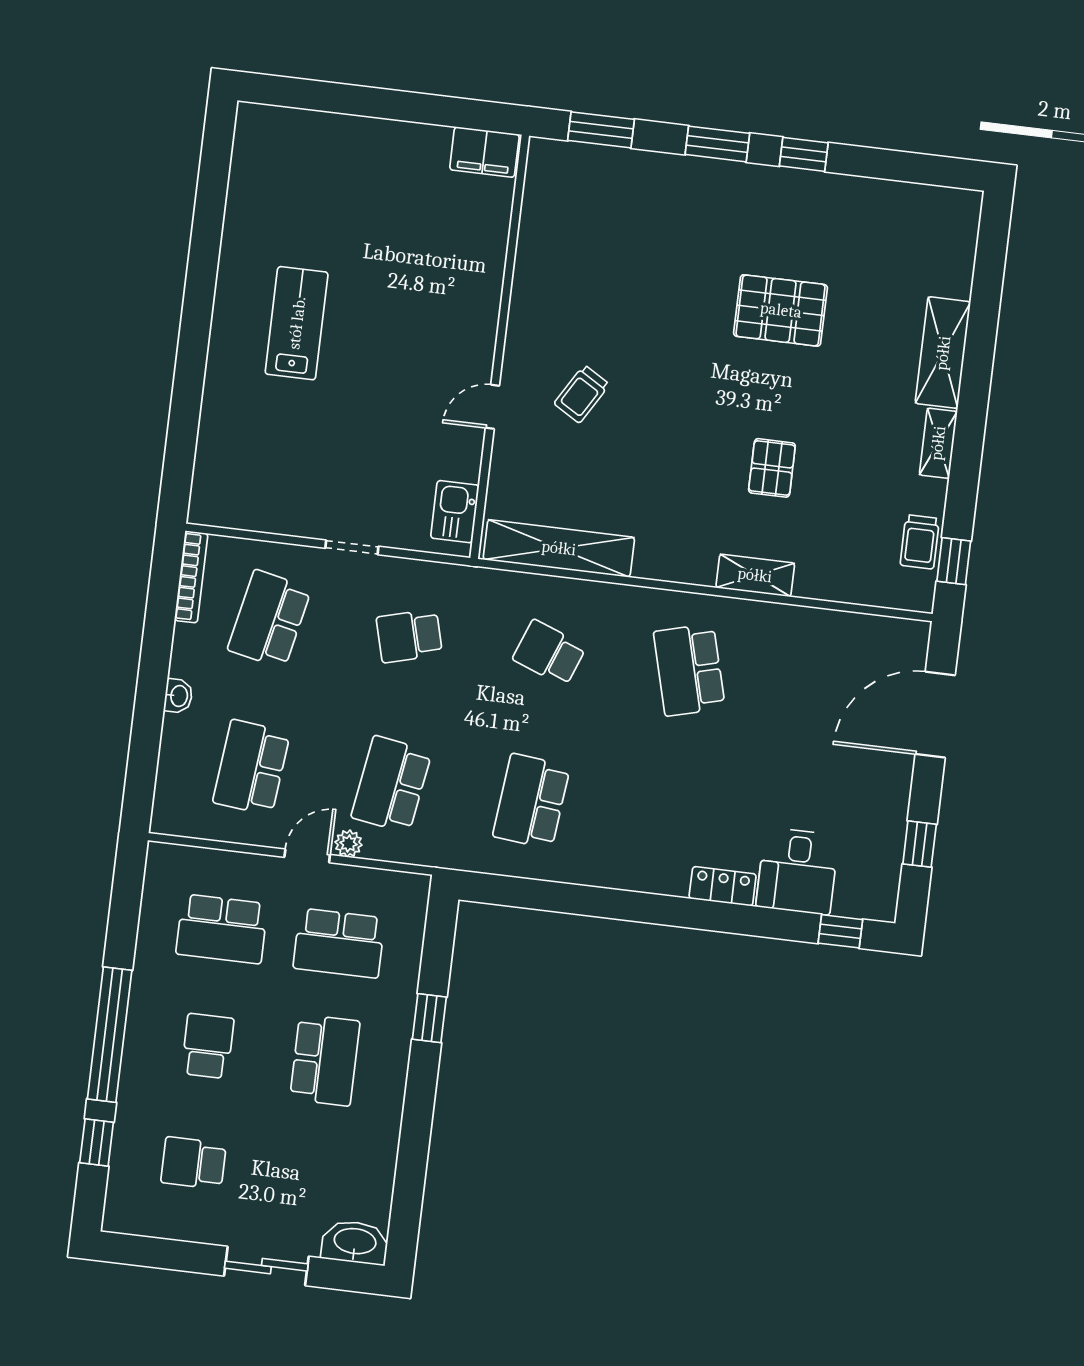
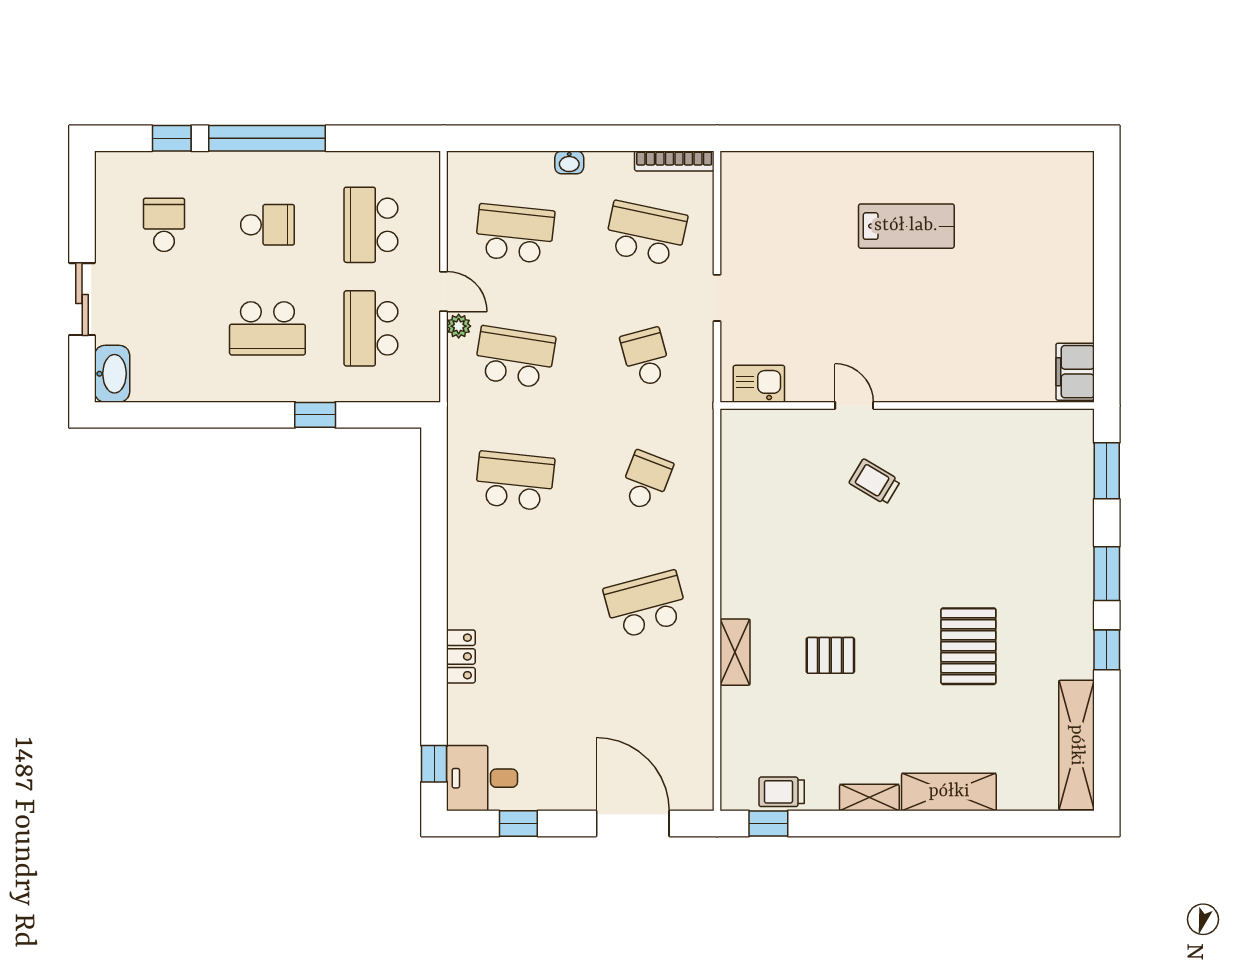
shelving: (559, 548) -> (1076, 745), moved
desk: (797, 871) -> (482, 778), moved

